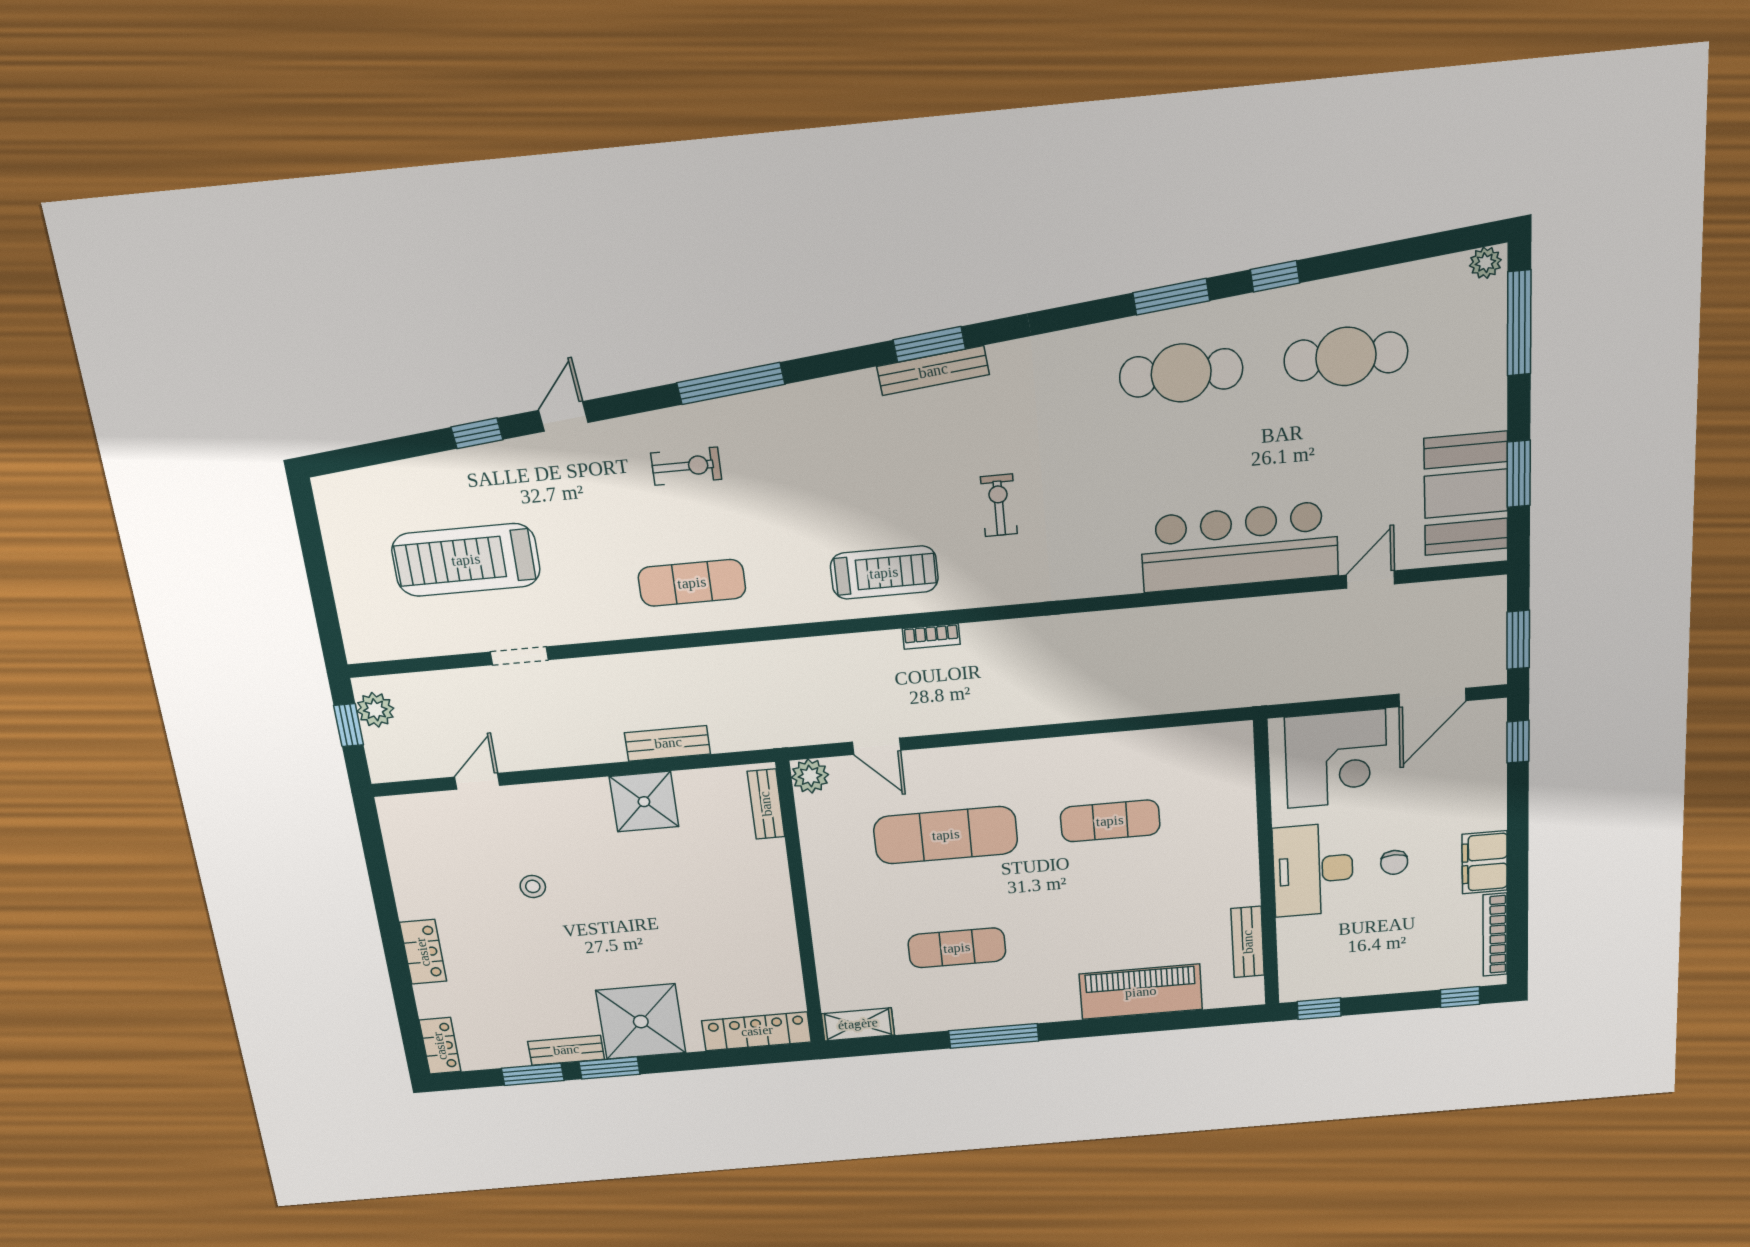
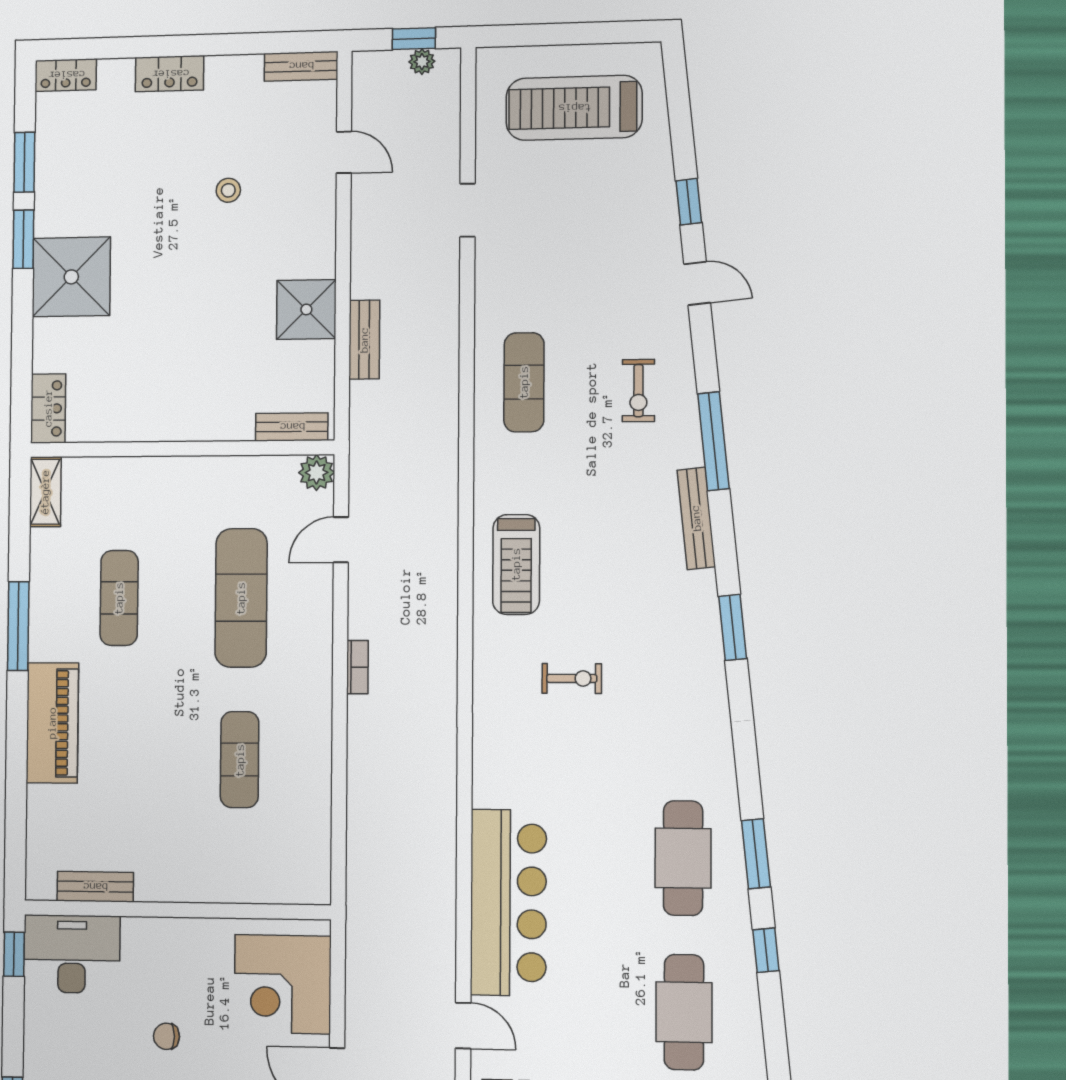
bench: (933, 371) -> (696, 518), moved
treadmill: (466, 560) -> (574, 108), moved, turned -90
bookcase: (931, 636) -> (357, 667), moved, turned 180
plant: (375, 710) -> (422, 62), width x0.73, depth x0.73
desk: (1313, 870) -> (72, 954), moved
piano: (1141, 992) -> (52, 723), moved
locker: (757, 1031) -> (48, 408), width x0.66
bench: (566, 1050) -> (301, 66), moved, turned 90

